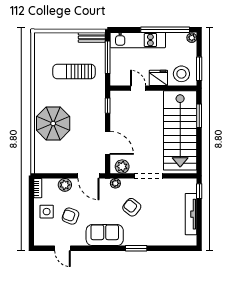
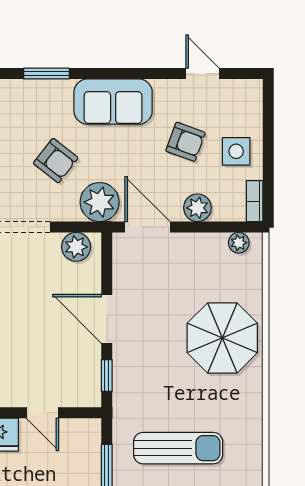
door: (108, 143) -> (107, 319), moved
plant: (45, 168) -> (239, 243), added
plant: (115, 183) -> (100, 202), width x1.87, depth x1.87

